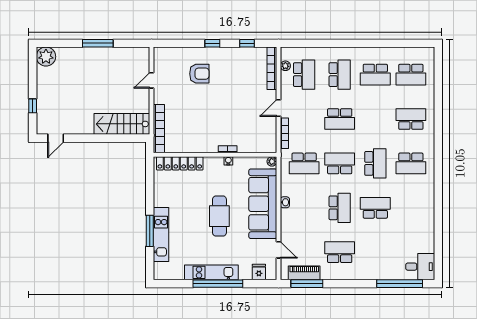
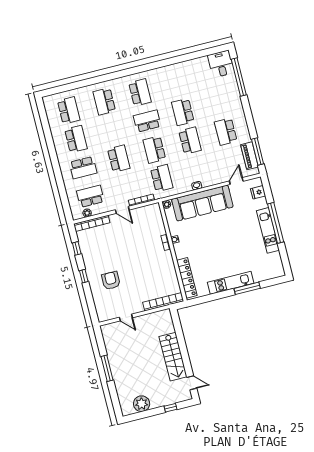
plant: (46, 57) -> (142, 404), moved
school desk: (340, 75) -> (83, 168), turned 180
stairs: (122, 124) -> (173, 357), moved
school desk: (340, 208) -> (190, 141), turned 90
cafe table: (219, 216) -> (221, 235), removed
kitchen unit: (161, 235) -> (231, 283), moved

